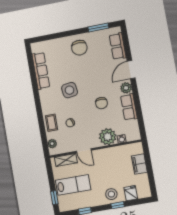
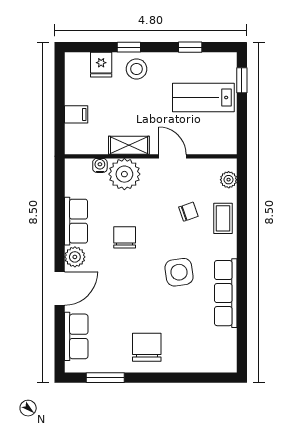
row of seats: (41, 71) -> (226, 293), moved
shelving: (66, 160) -> (129, 145), moved
filing cabinet: (139, 164) -> (76, 114), width x0.50

